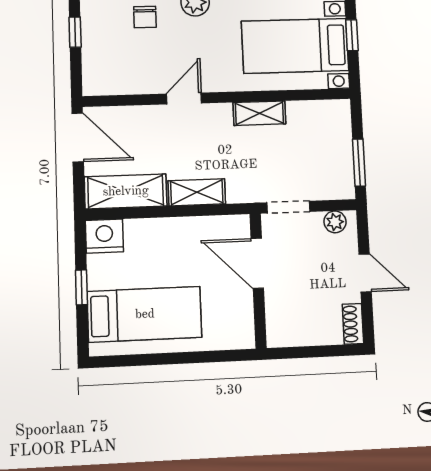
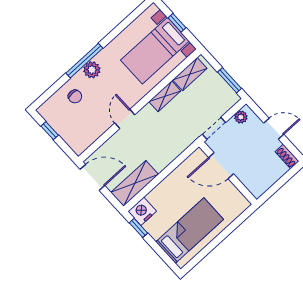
shelving: (197, 192) -> (190, 74), moved
window: (81, 287) -> (138, 228), moved

